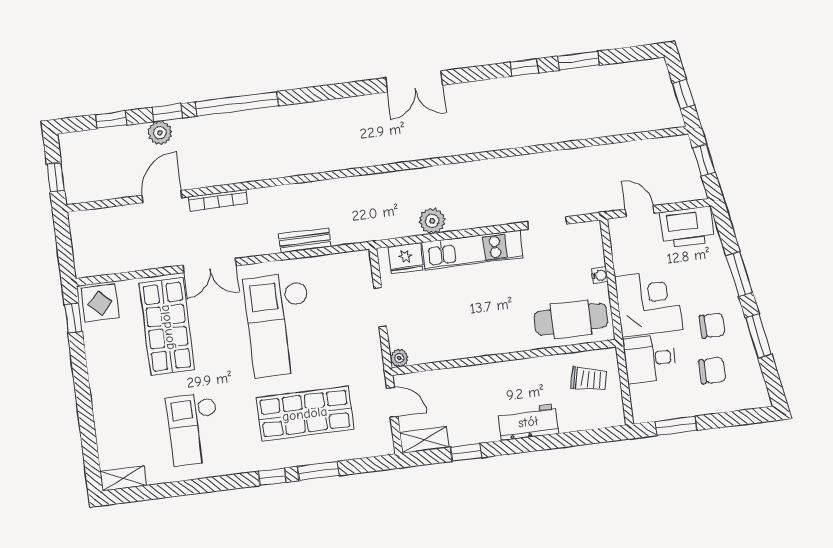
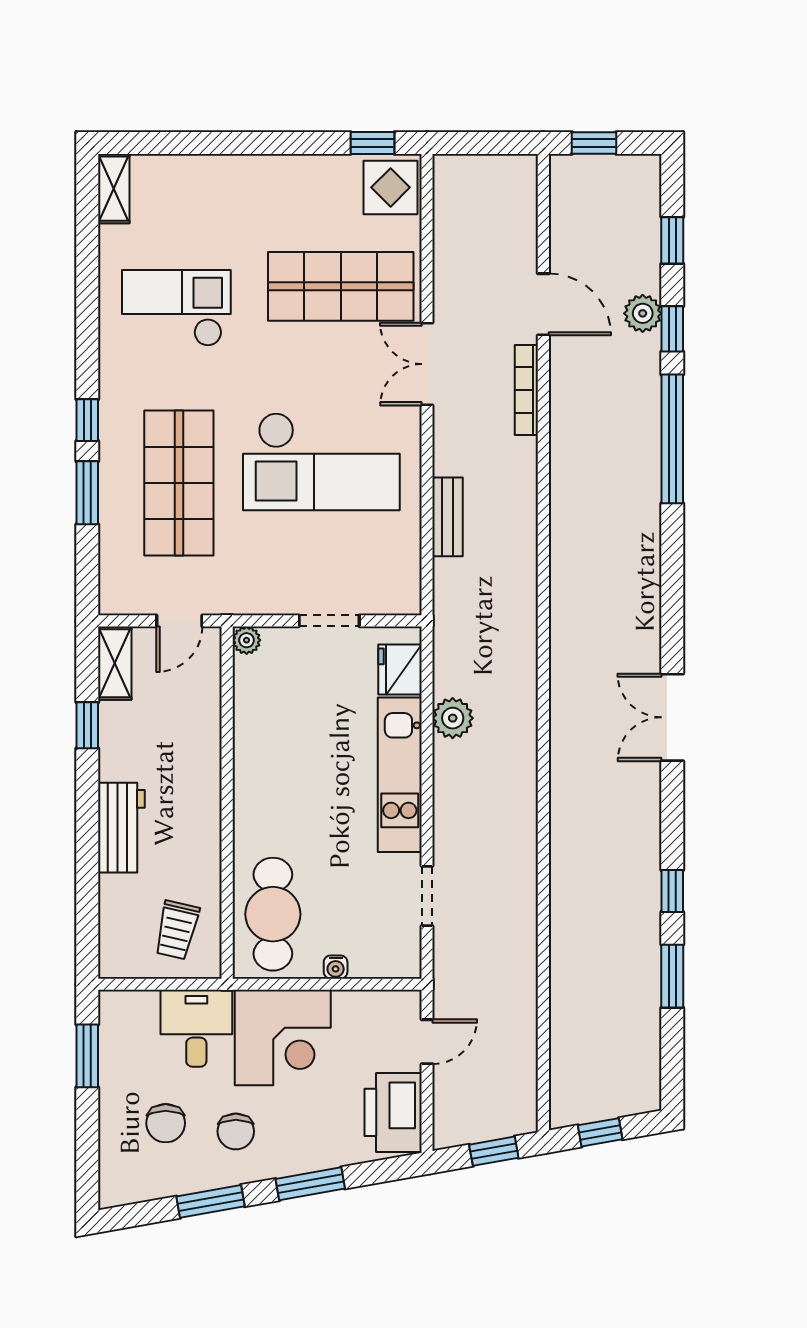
checkout: (280, 325) -> (321, 461), turned 180

